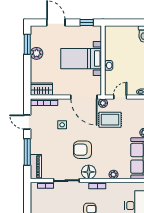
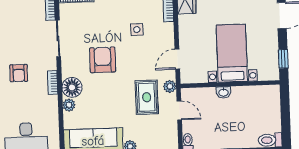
door: (84, 97) -> (177, 59), width x0.53
floor lamp: (89, 172) -> (72, 87), moved

